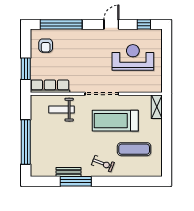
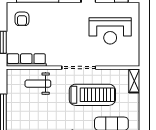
reception desk: (133, 57) -> (110, 31), turned 180
treadmill: (115, 121) -> (92, 95), turned 180

